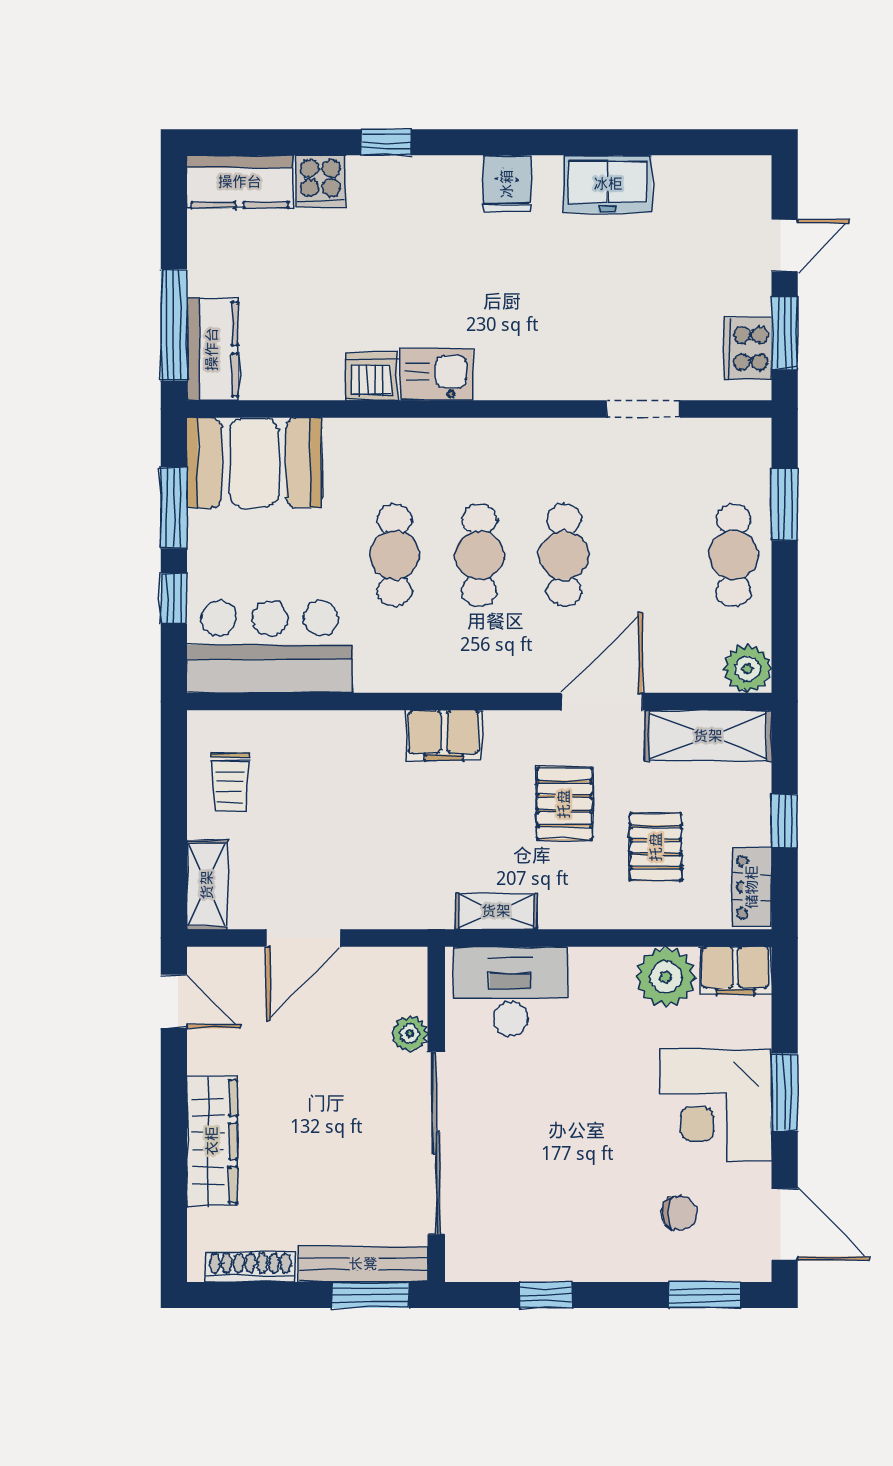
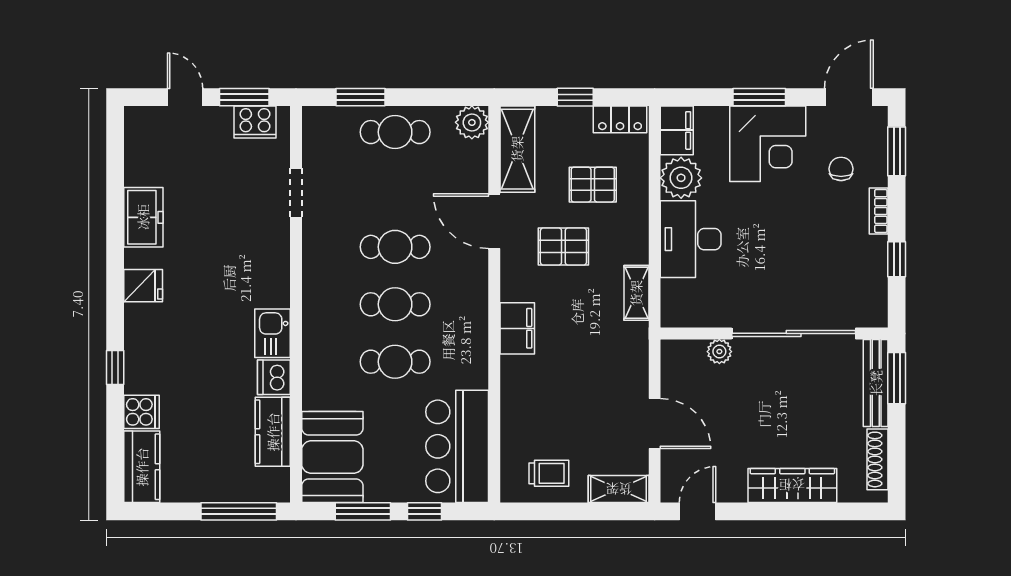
kitchen counter: (212, 349) -> (273, 432), moved, turned -90
desk: (510, 991) -> (691, 239), moved
bookcase: (617, 1269) -> (879, 211), added

